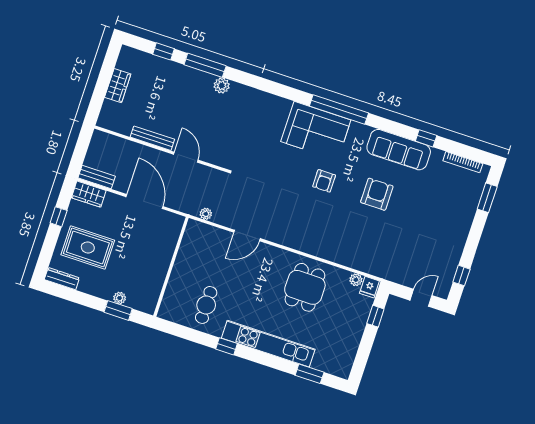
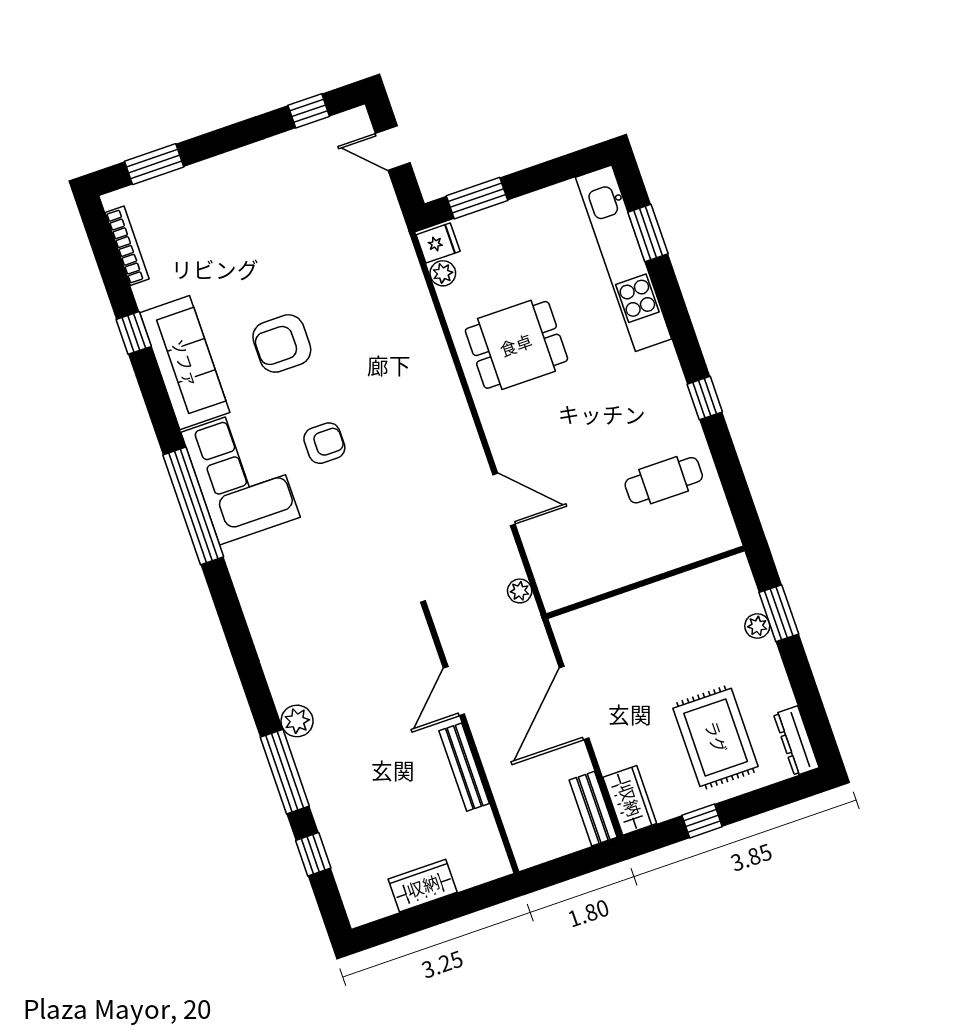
corner sofa: (316, 131) -> (241, 475), moved
window: (375, 316) -> (477, 198), width x1.50
kitchen unit: (268, 344) -> (624, 258), moved

